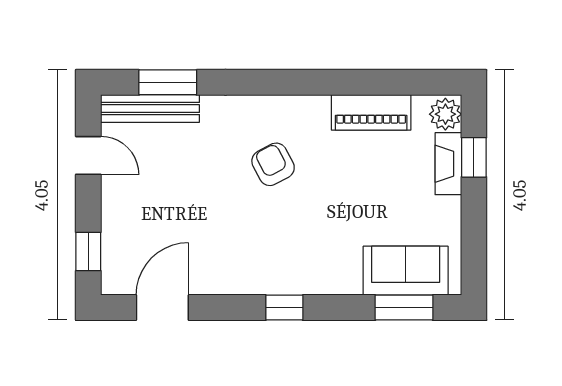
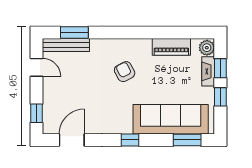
window: (474, 217) -> (220, 97), added
sofa: (406, 271) -> (171, 119), width x1.85, depth x1.27

